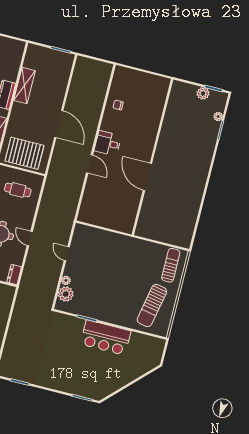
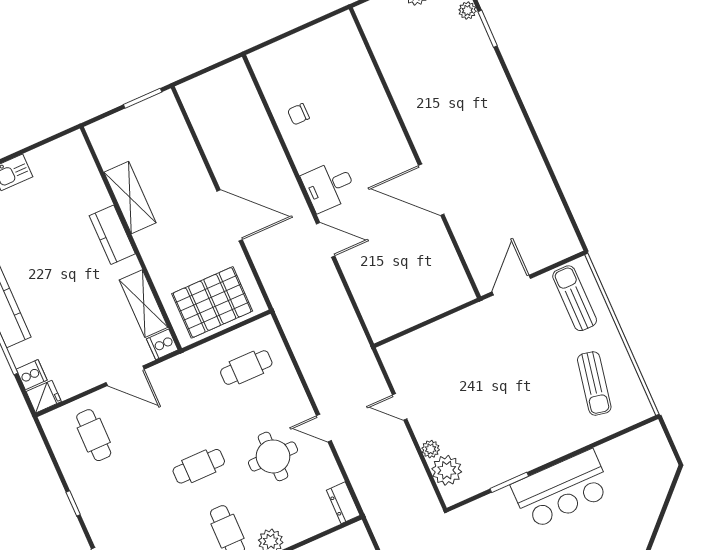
door: (150, 240) -> (511, 285), added
sun lounger: (152, 306) -> (594, 383), width x0.73, depth x0.75

